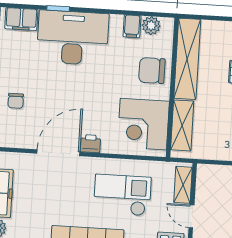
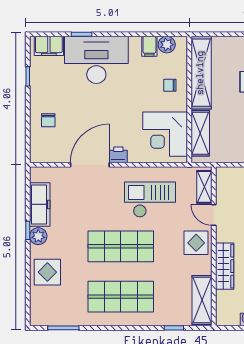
chair: (152, 71) -> (170, 85), width x0.54, depth x0.54

